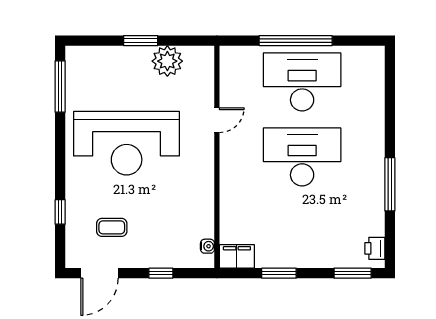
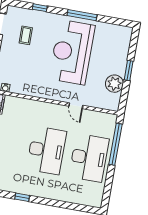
window: (296, 41) -> (115, 144), moved
window: (60, 87) -> (82, 15), moved
window: (390, 184) -> (22, 197), width x0.46

